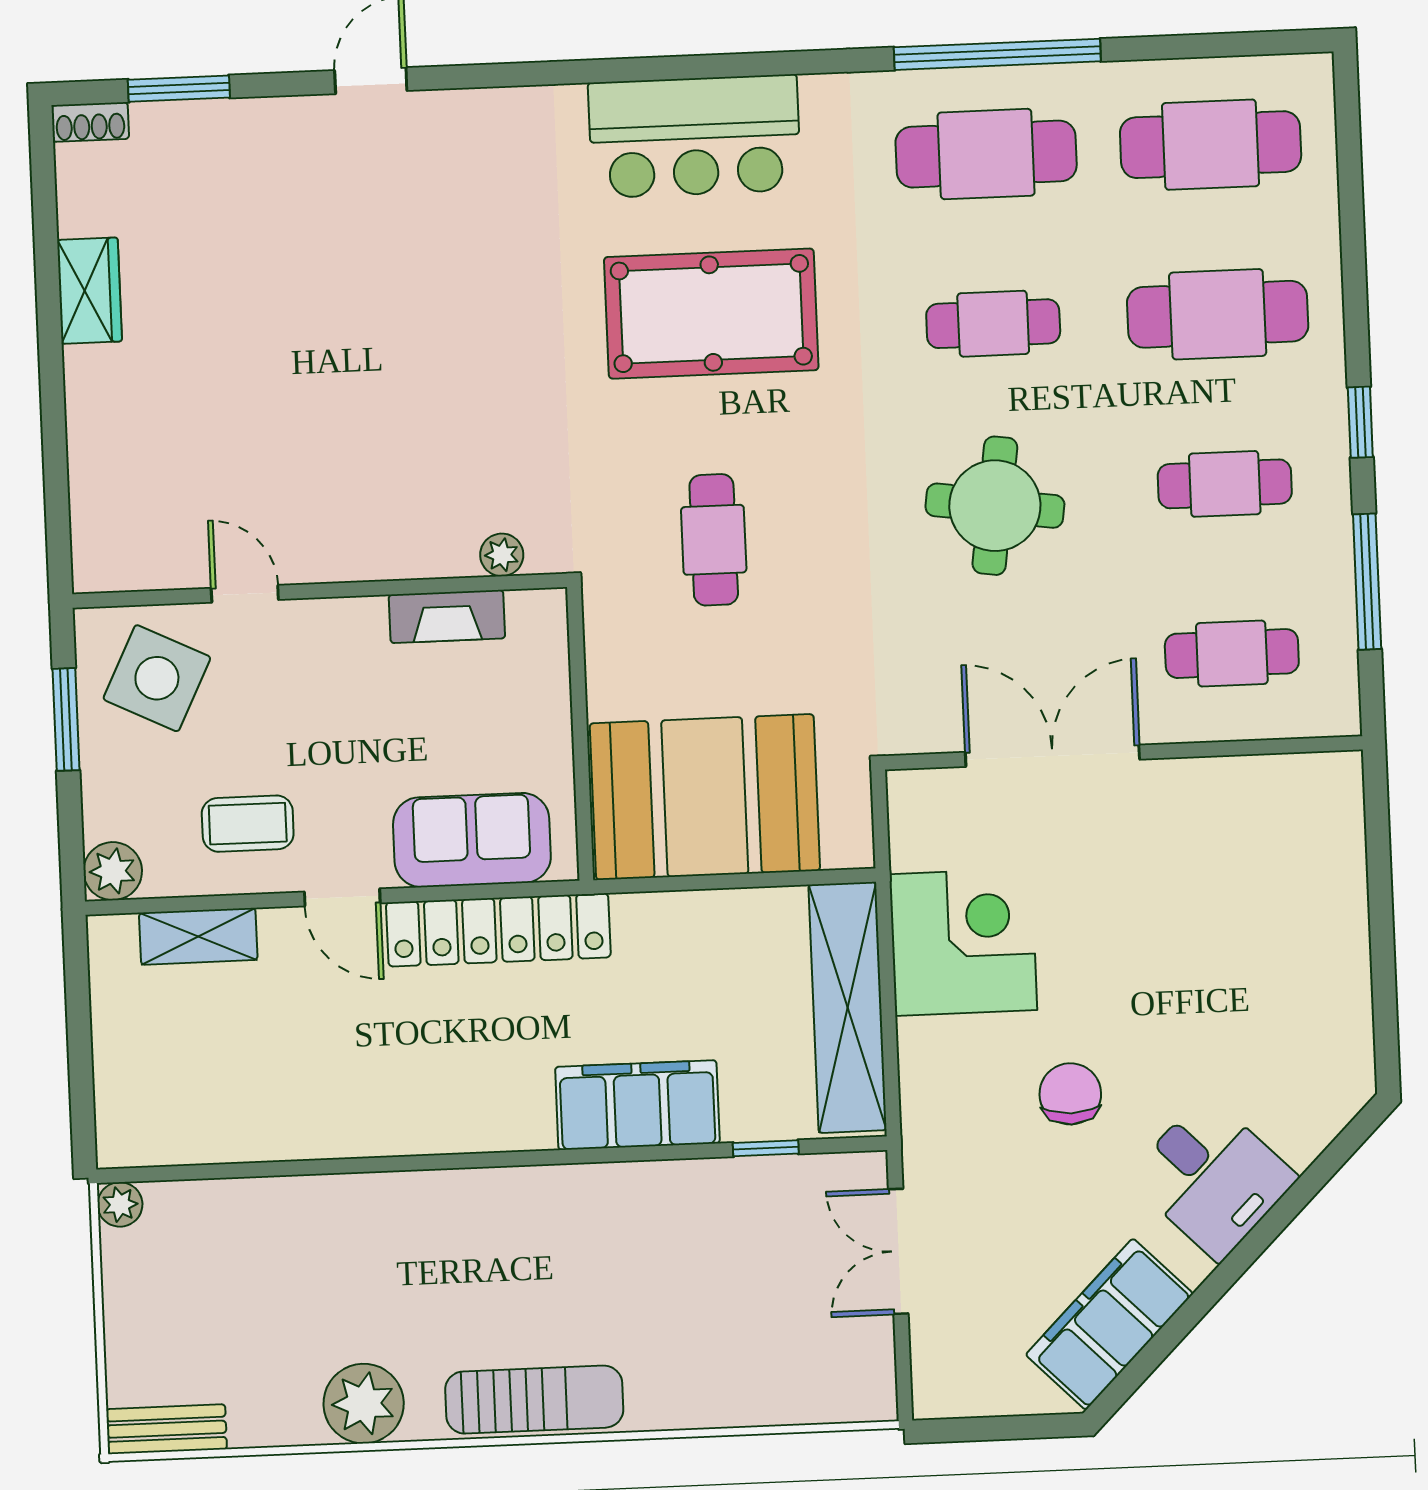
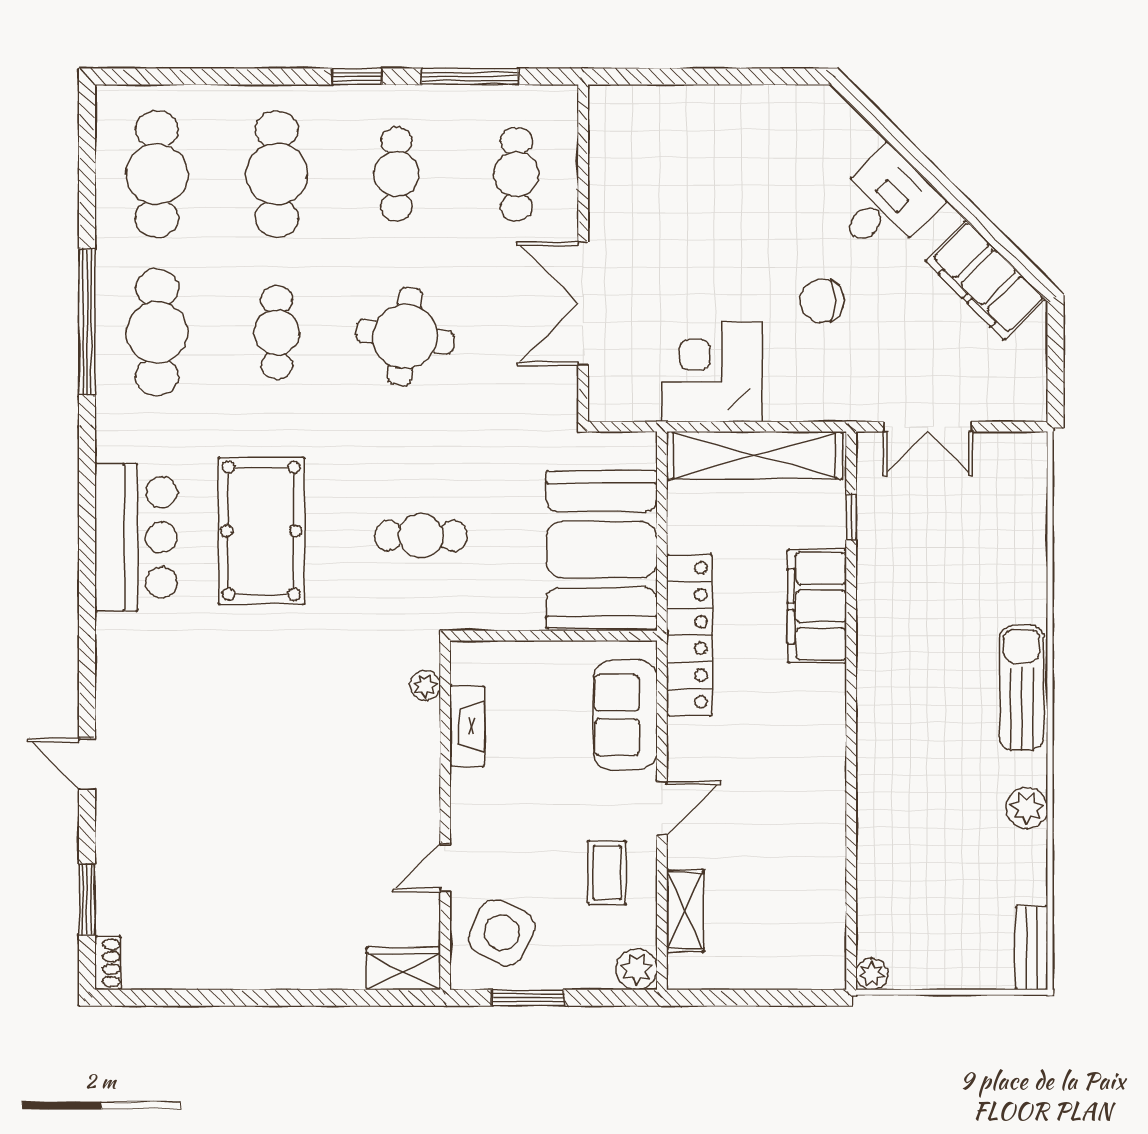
wardrobe: (89, 291) -> (404, 968), moved
locker: (498, 930) -> (689, 635), moved
plant: (364, 1404) -> (1027, 808), width x0.73, depth x0.73

